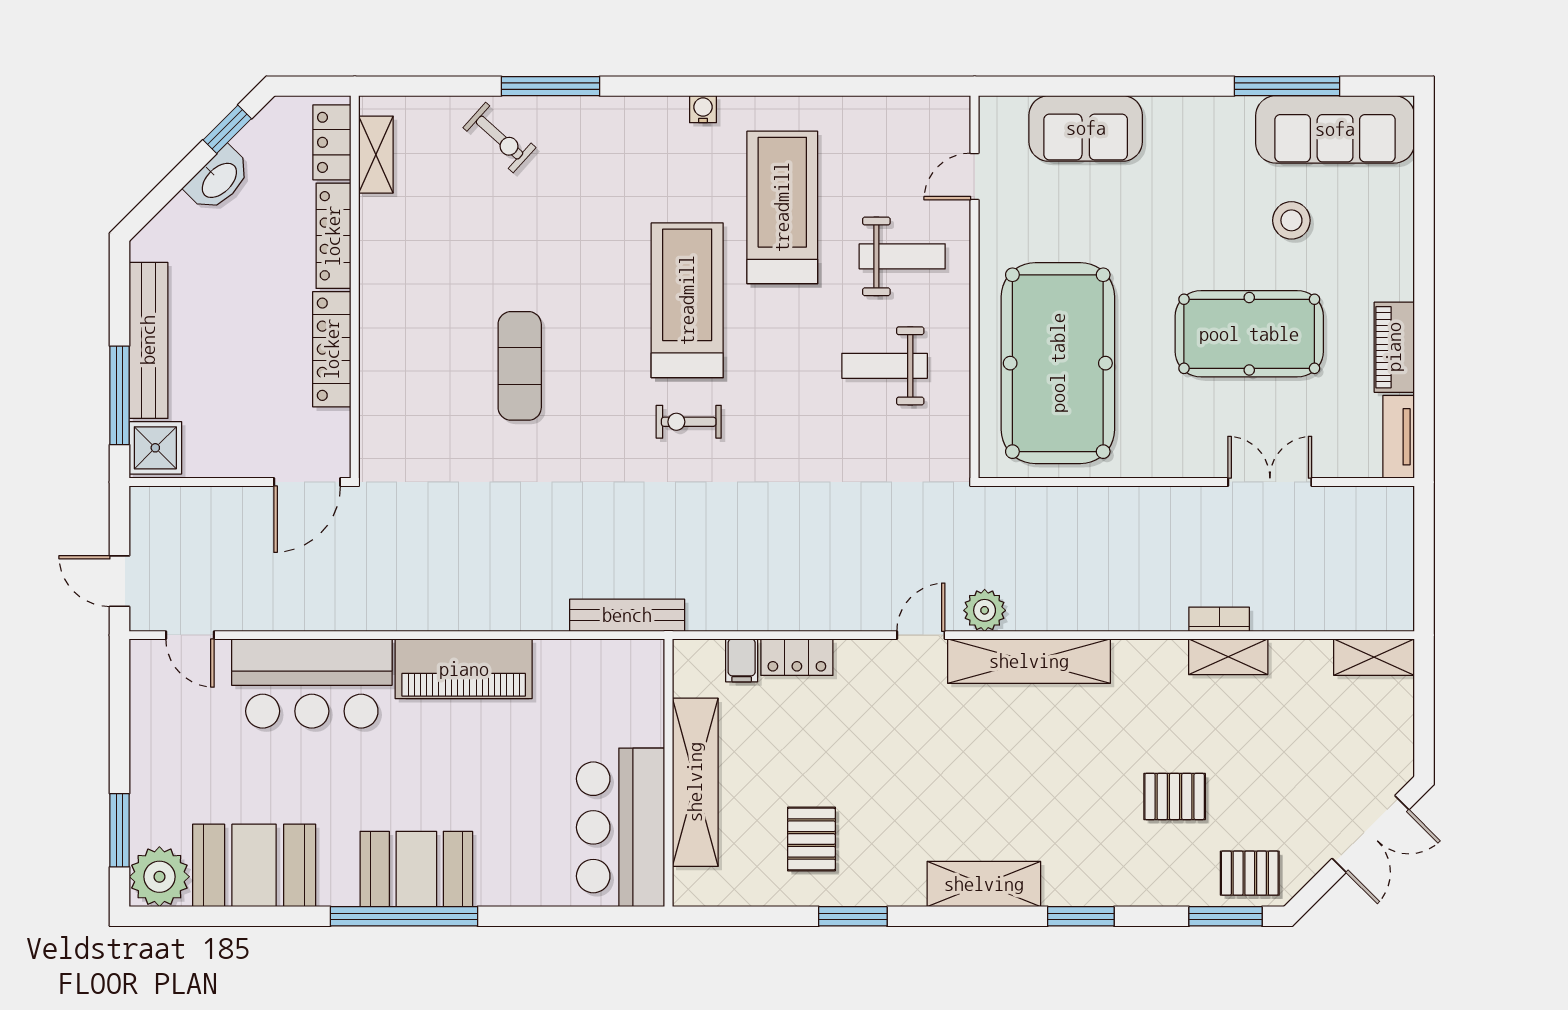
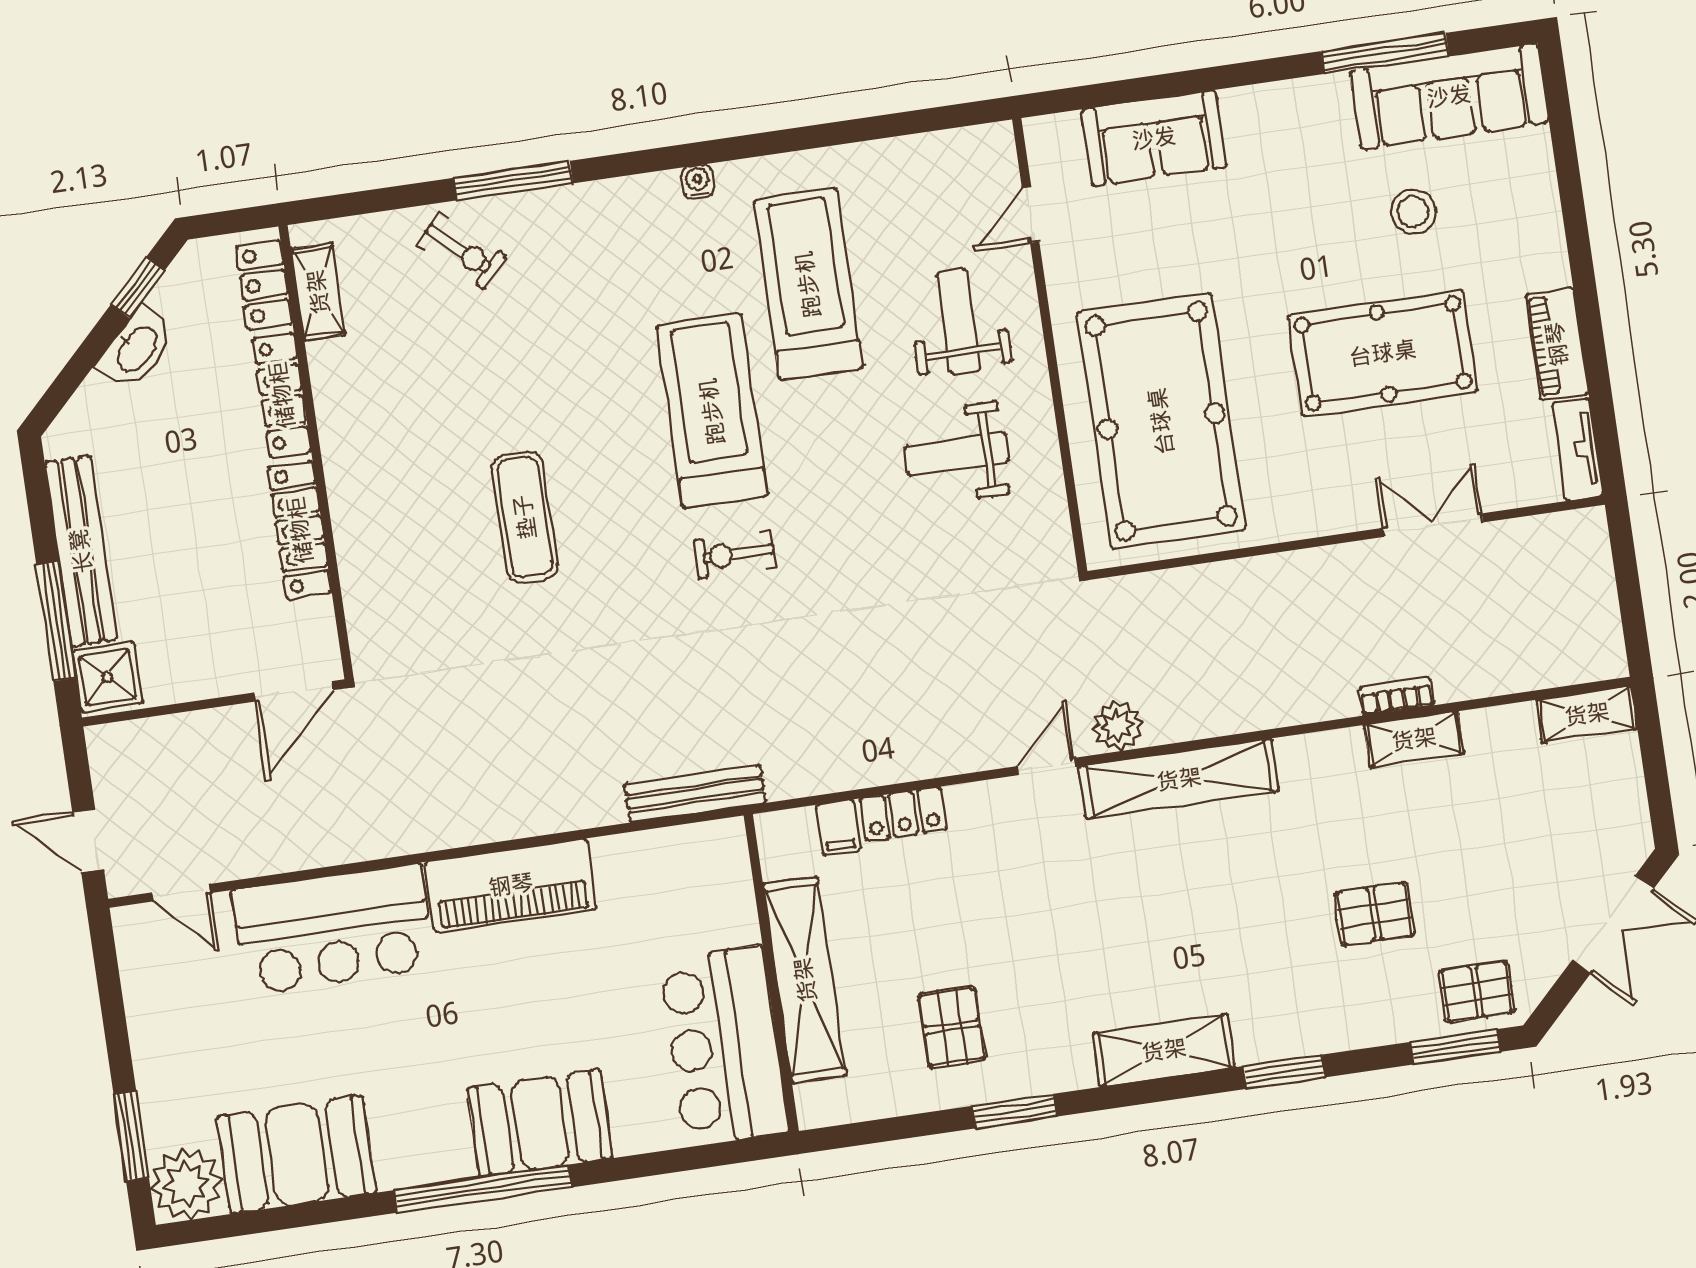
weight bench: (902, 256) -> (959, 321), turned -90
booth: (416, 869) -> (540, 1123), moved

